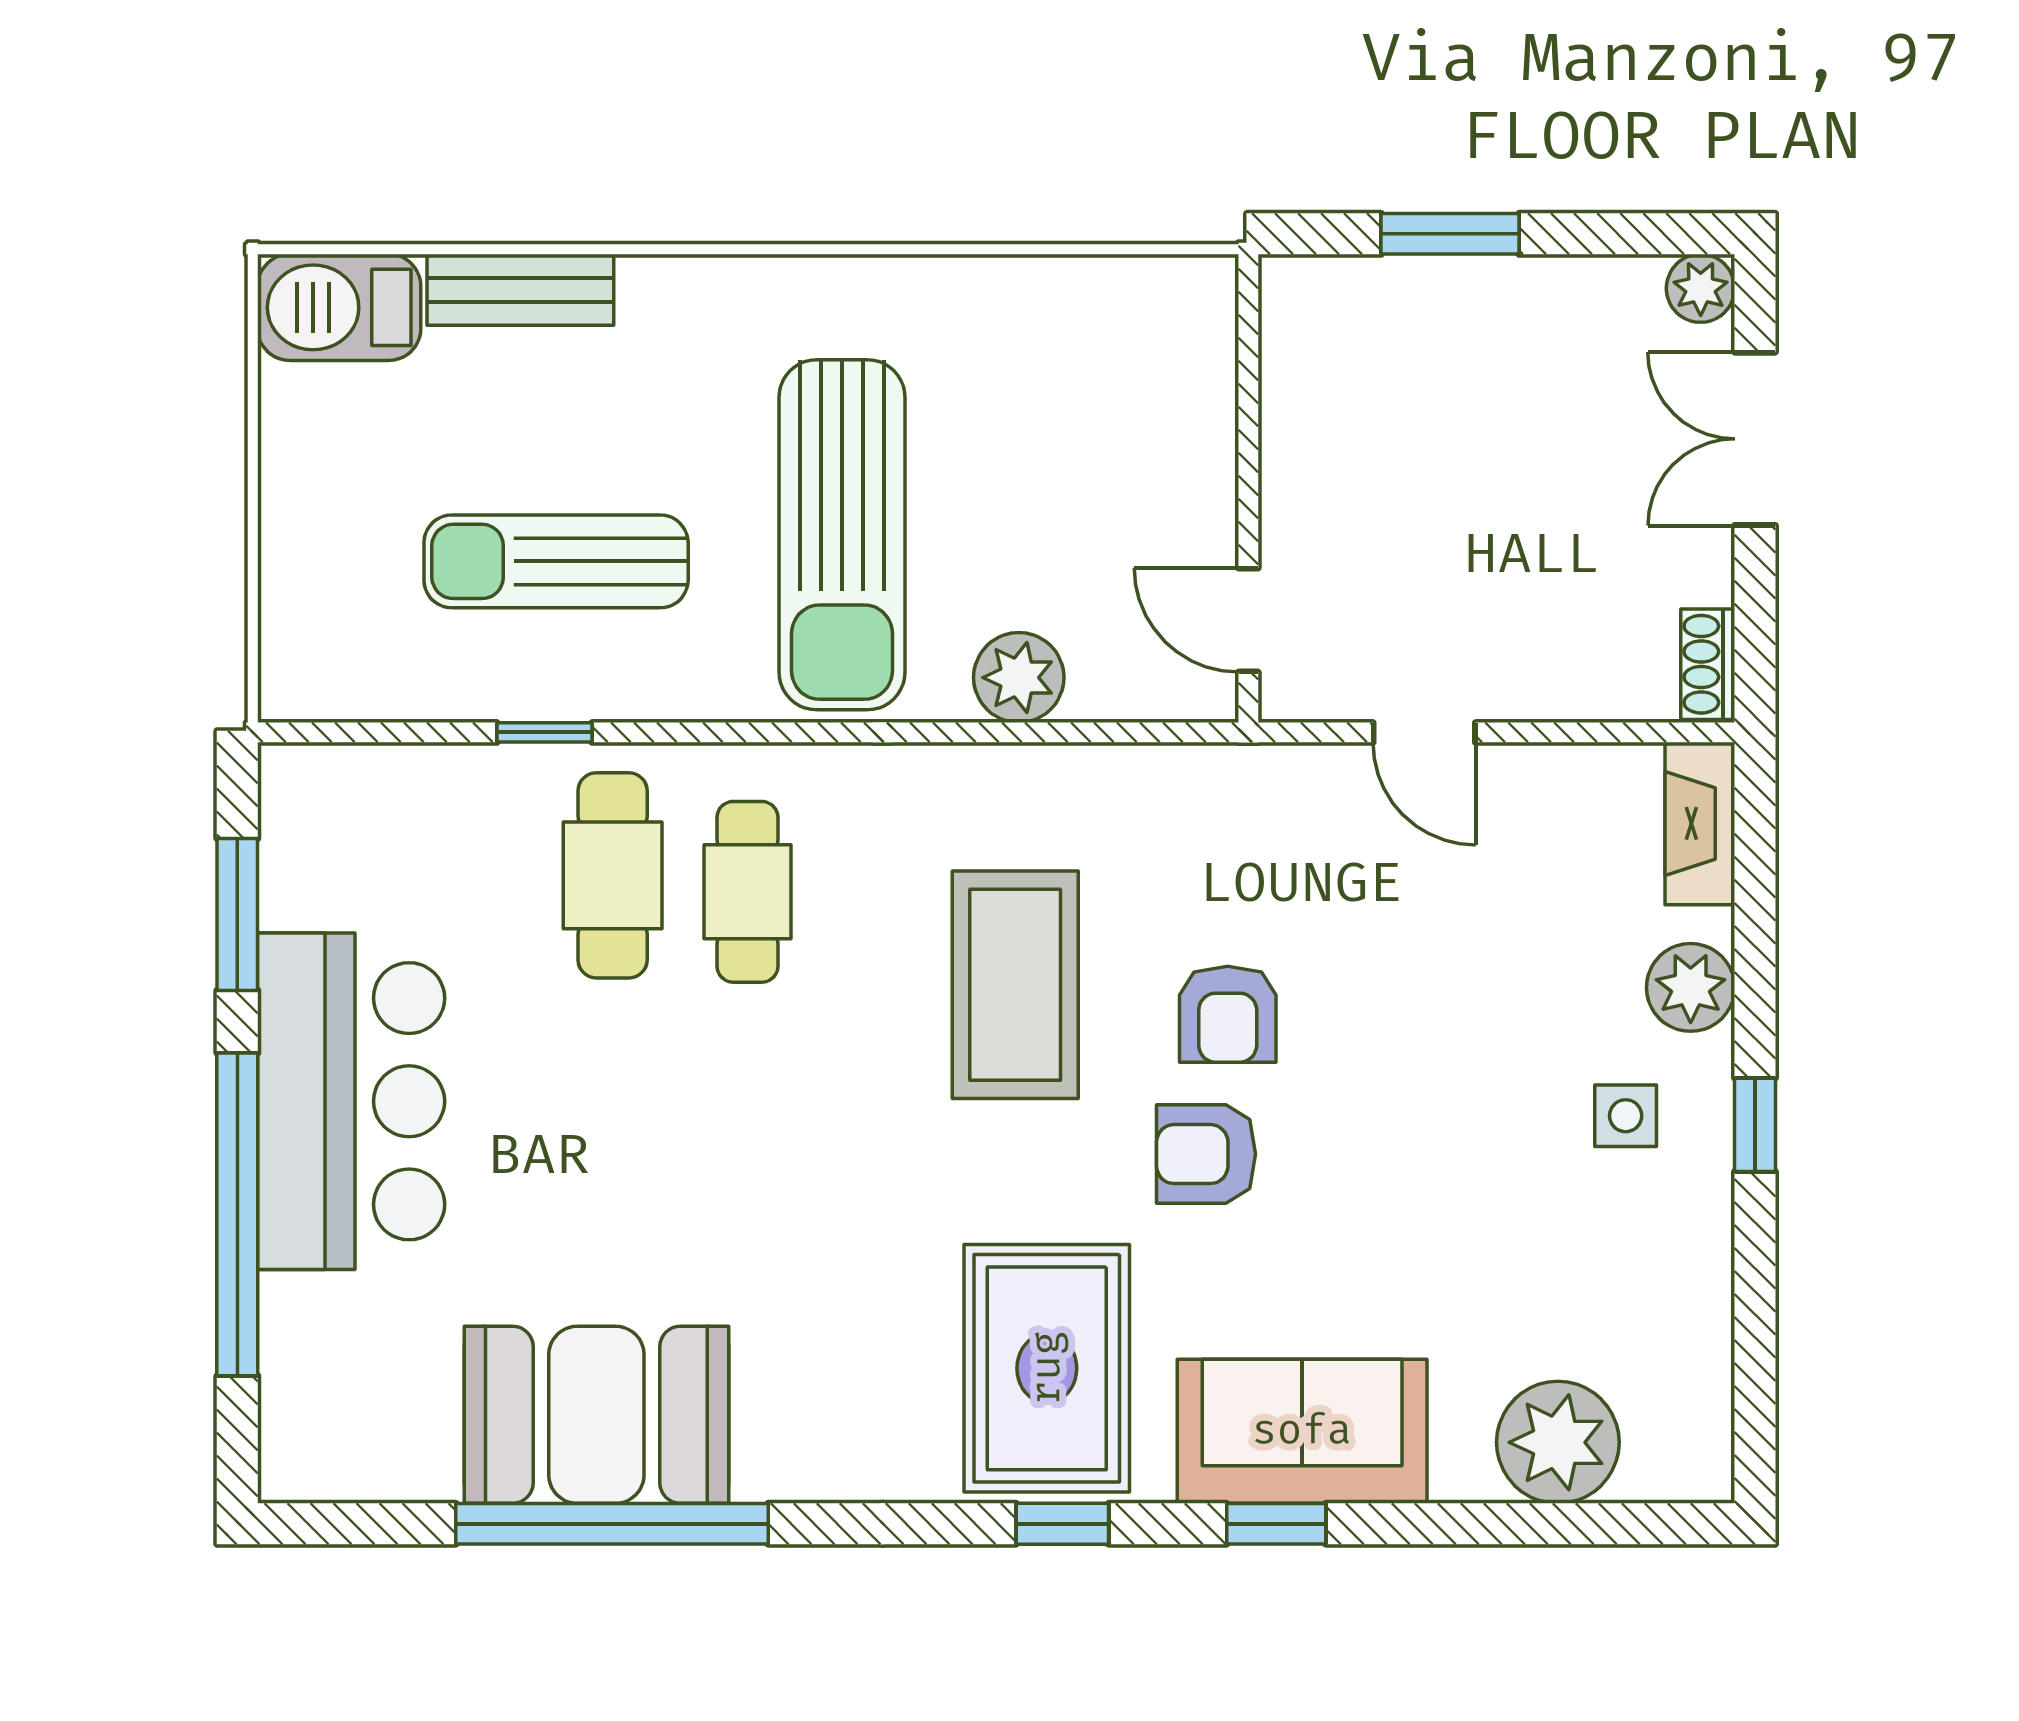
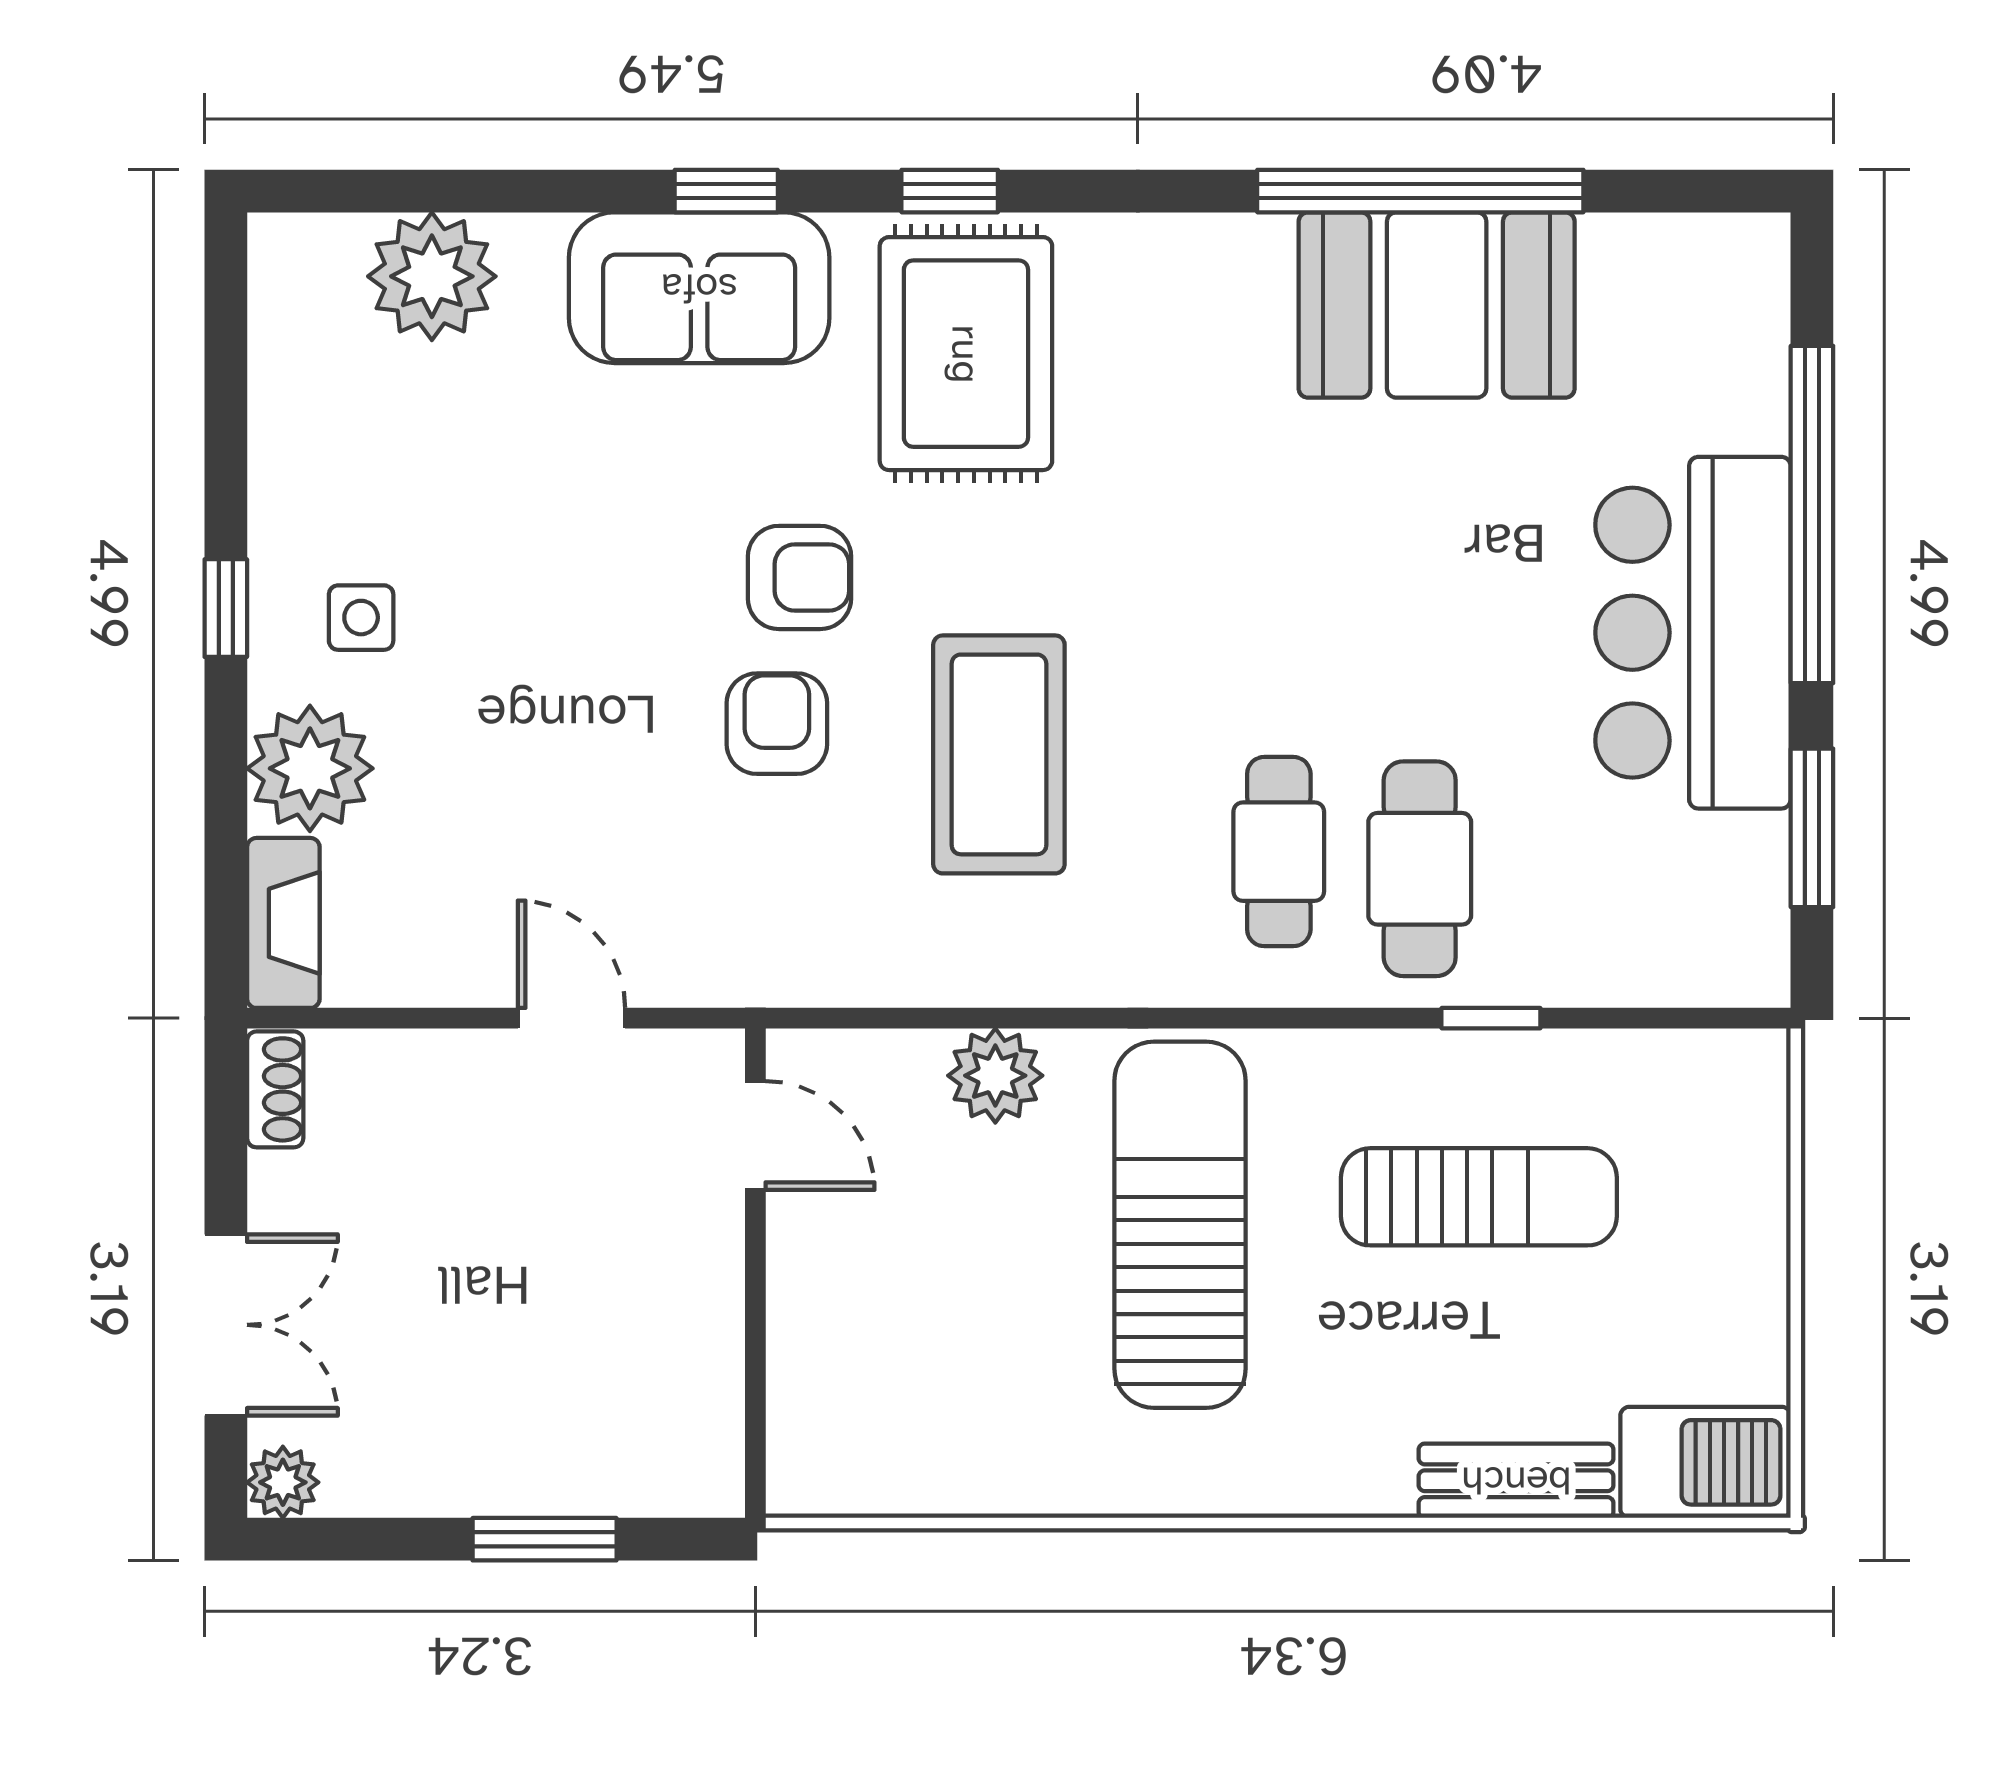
plant: (1691, 987) -> (310, 768), width x1.36, depth x1.36

